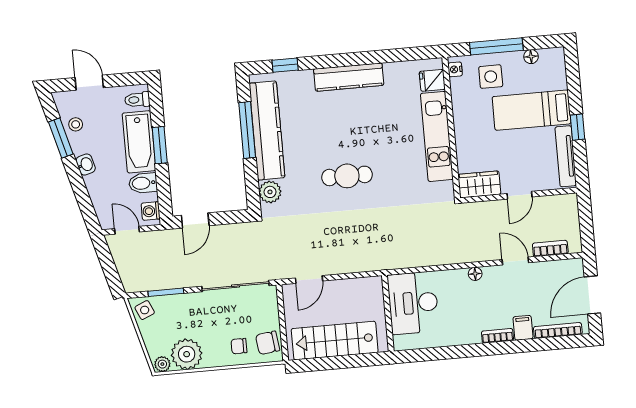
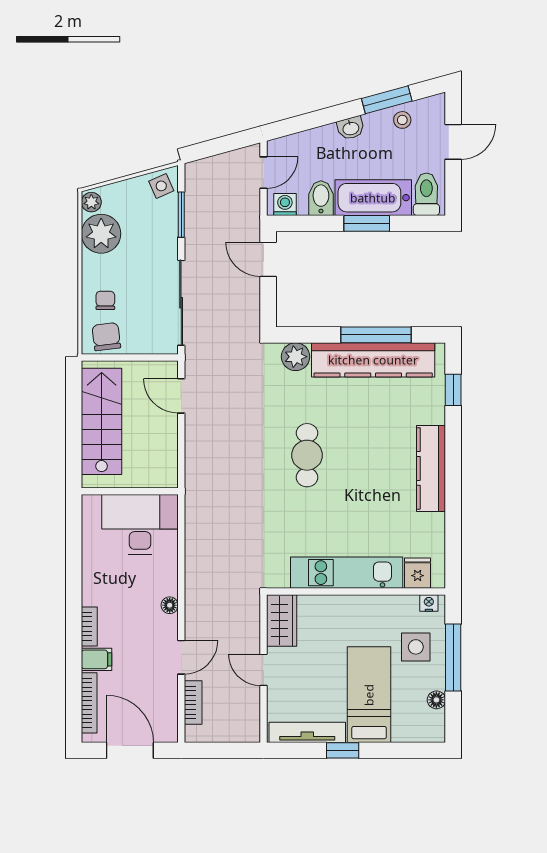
toilet: (137, 100) -> (426, 194), width x1.37, depth x1.39

